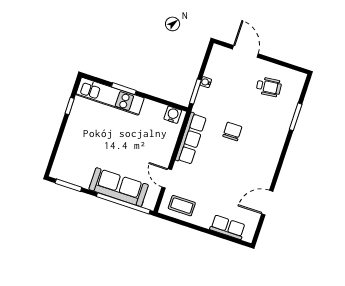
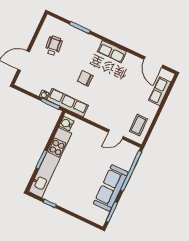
kitchen unit: (110, 96) -> (50, 162), width x1.36
row of seats: (191, 139) -> (68, 103), moved
row of seats: (270, 161) -> (112, 52), added
sofa: (119, 187) -> (111, 188), moved
door: (267, 203) -> (153, 62), moved

